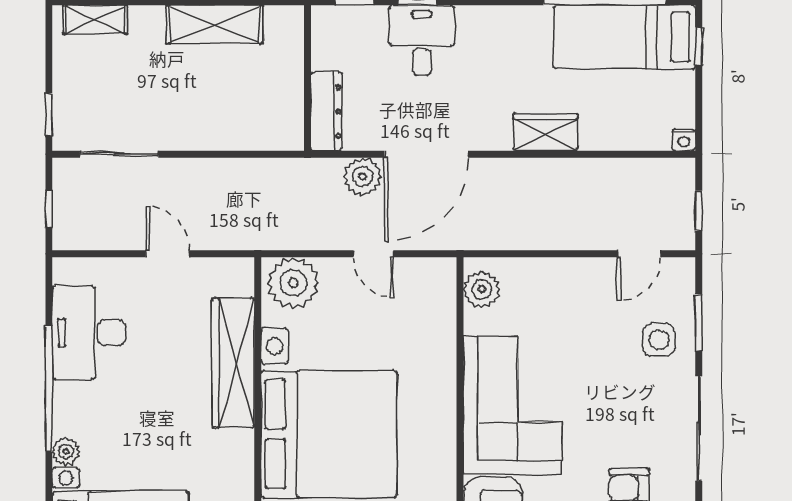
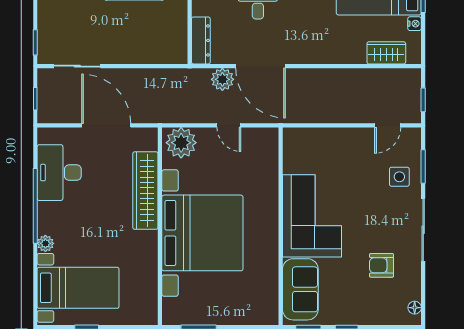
wardrobe: (545, 132) -> (386, 53), moved
nightstand: (684, 140) -> (415, 24), moved, turned -90
door: (426, 154) -> (261, 66), hinge flipped
door: (168, 254) -> (106, 125), width x1.87
plant: (482, 289) -> (294, 147), removed

